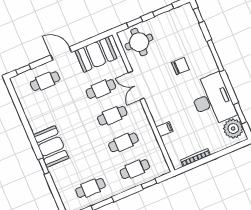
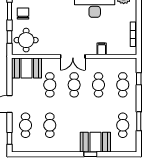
booth: (96, 54) -> (26, 68), moved, turned 90
chair: (180, 66) -> (23, 14), moved
double door: (136, 85) -> (73, 56), moved
cafe table: (56, 108) -> (50, 125), added
booth: (51, 146) -> (95, 142), moved

